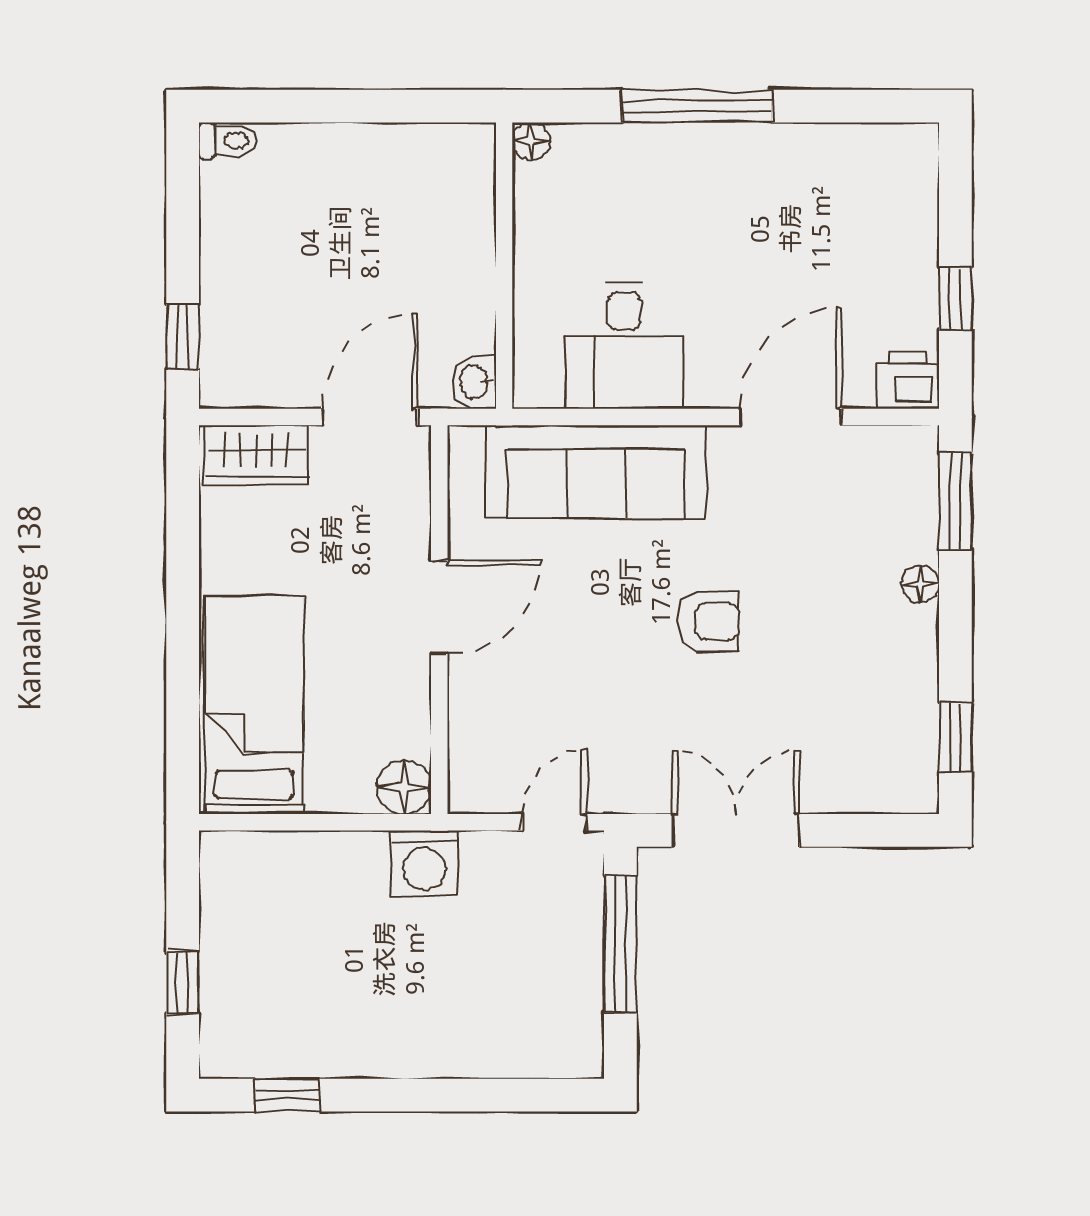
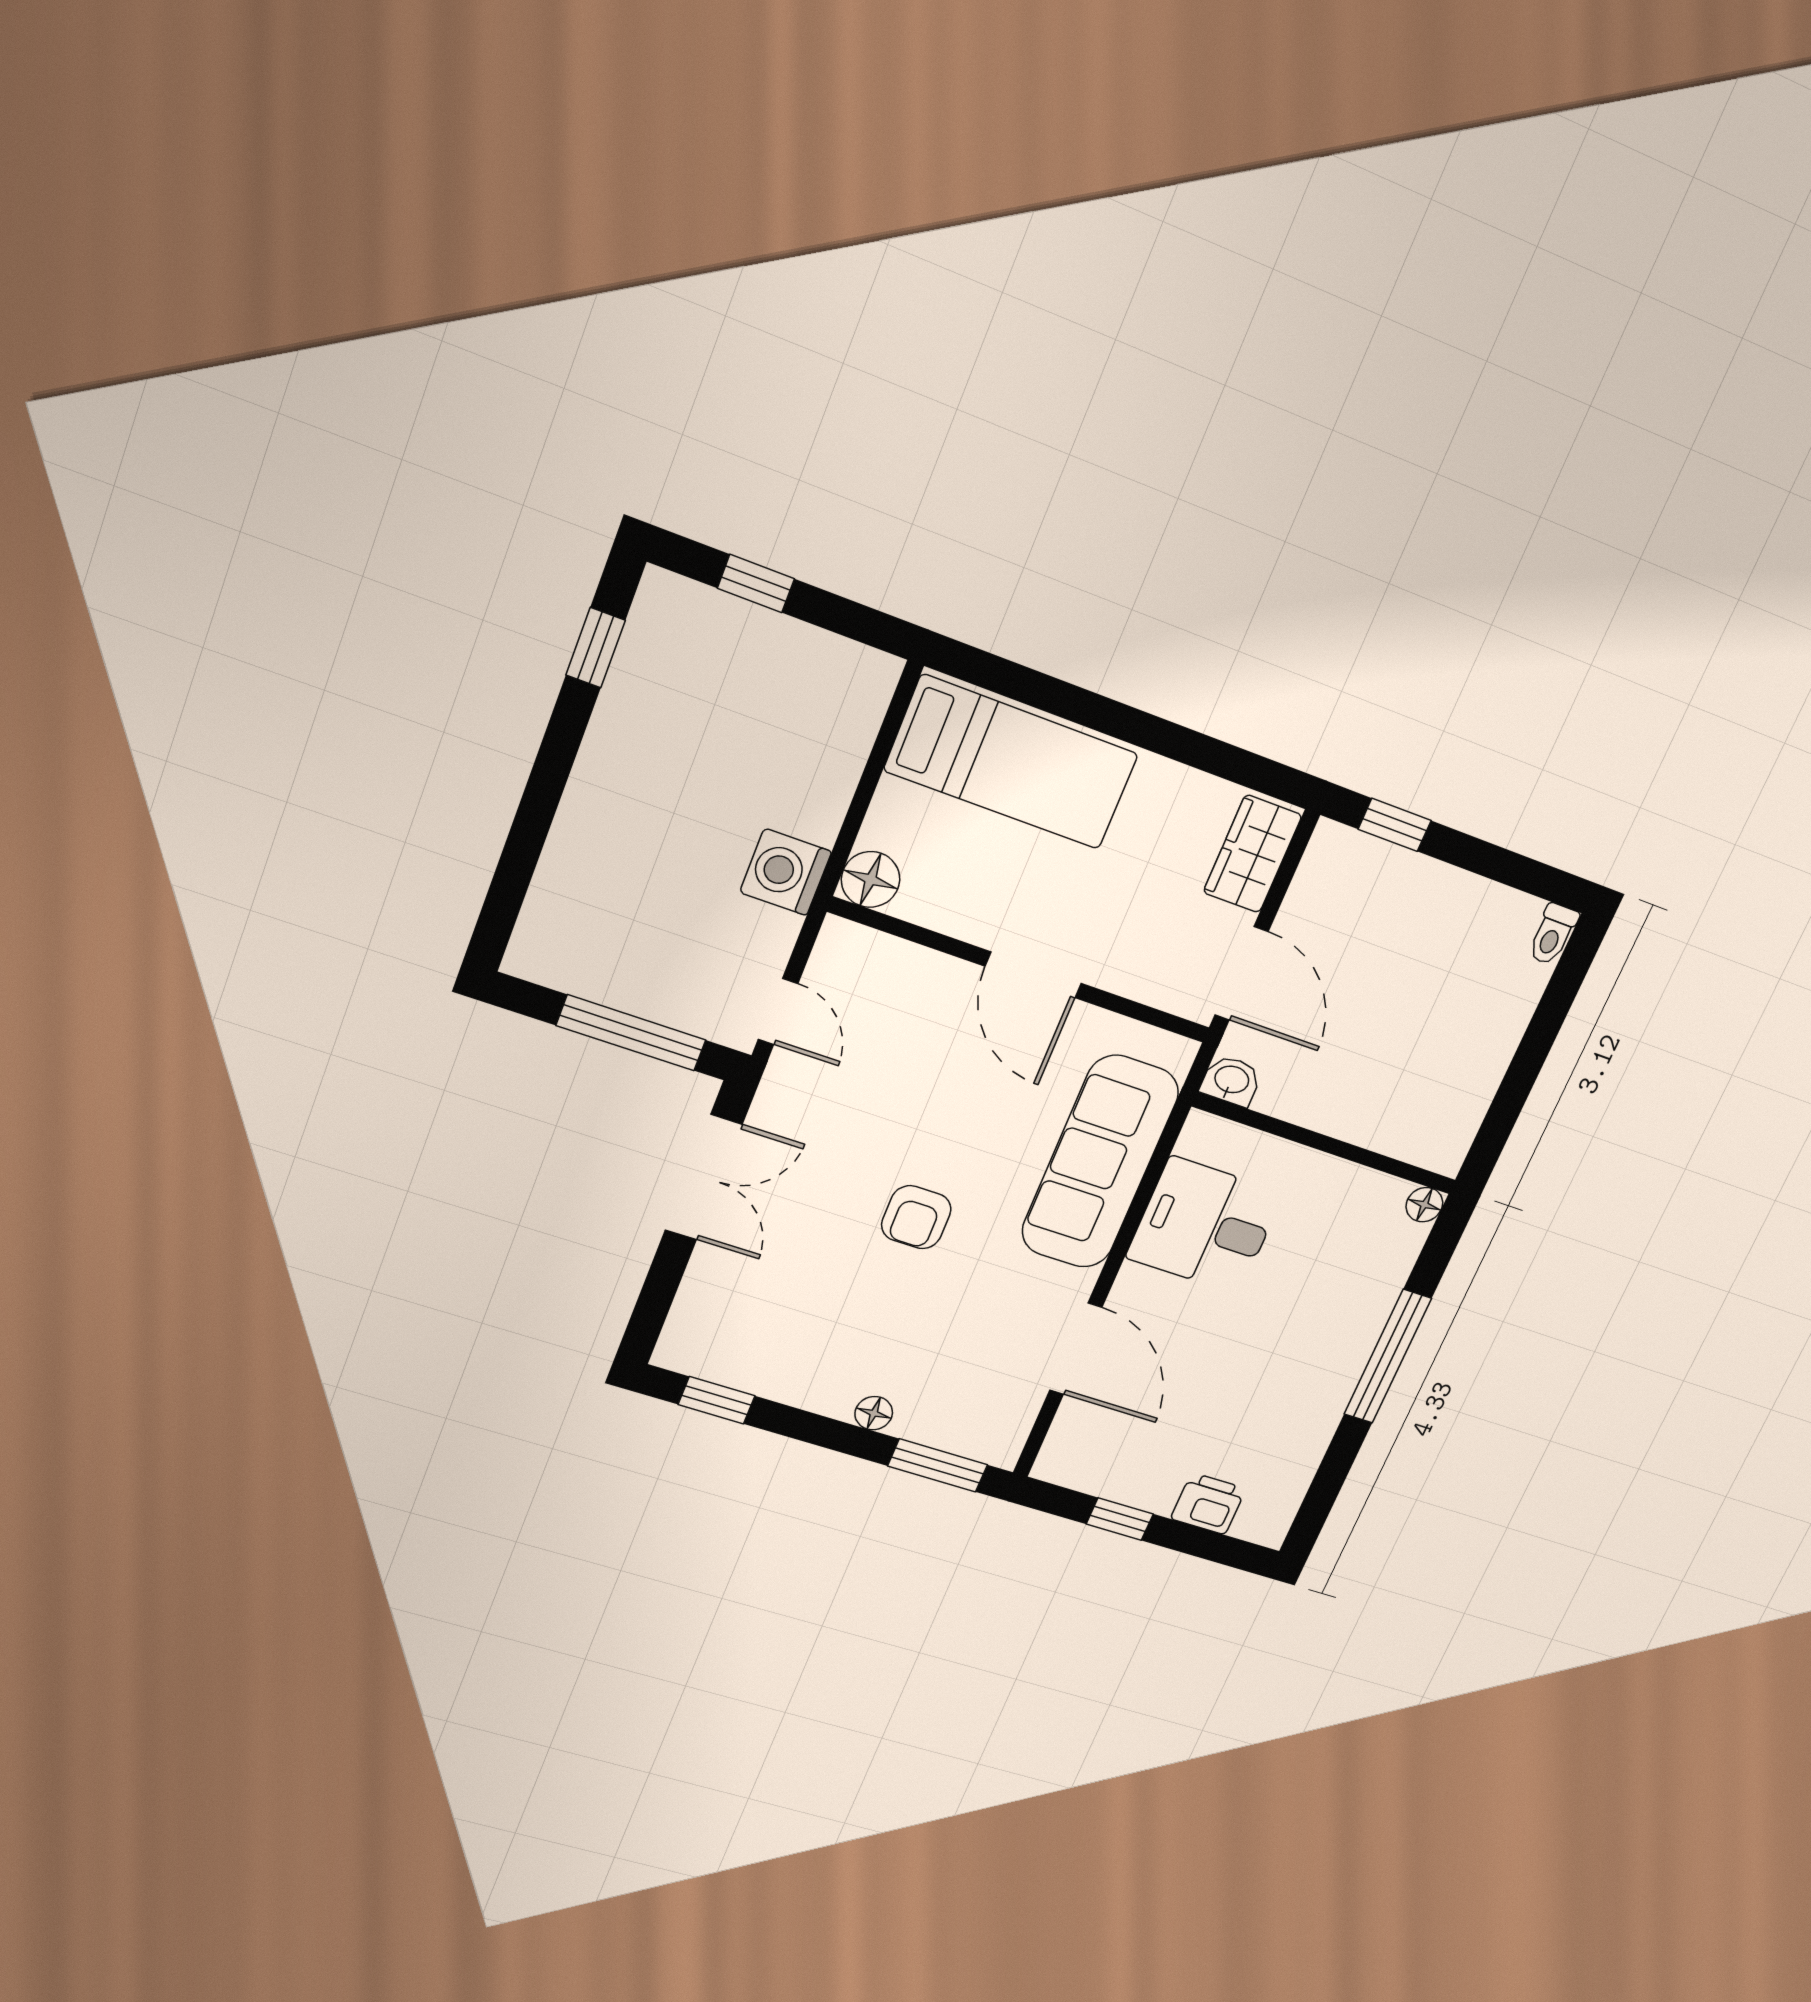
printer: (908, 380) -> (1208, 1504), moved, turned -90

